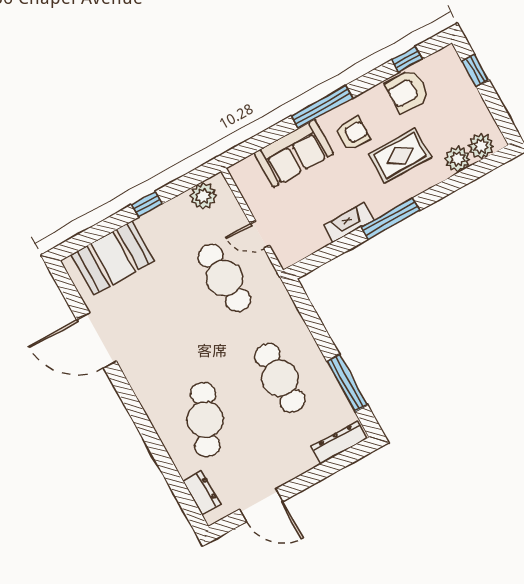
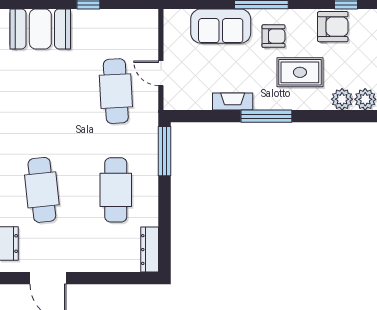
armchair: (407, 91) -> (333, 27), turned 180
plant: (203, 196) -> (134, 20), removed
window: (347, 383) -> (164, 151), moved
cafe table: (205, 420) -> (42, 190), turned -30
dresser: (339, 442) -> (150, 250), moved, turned -90

